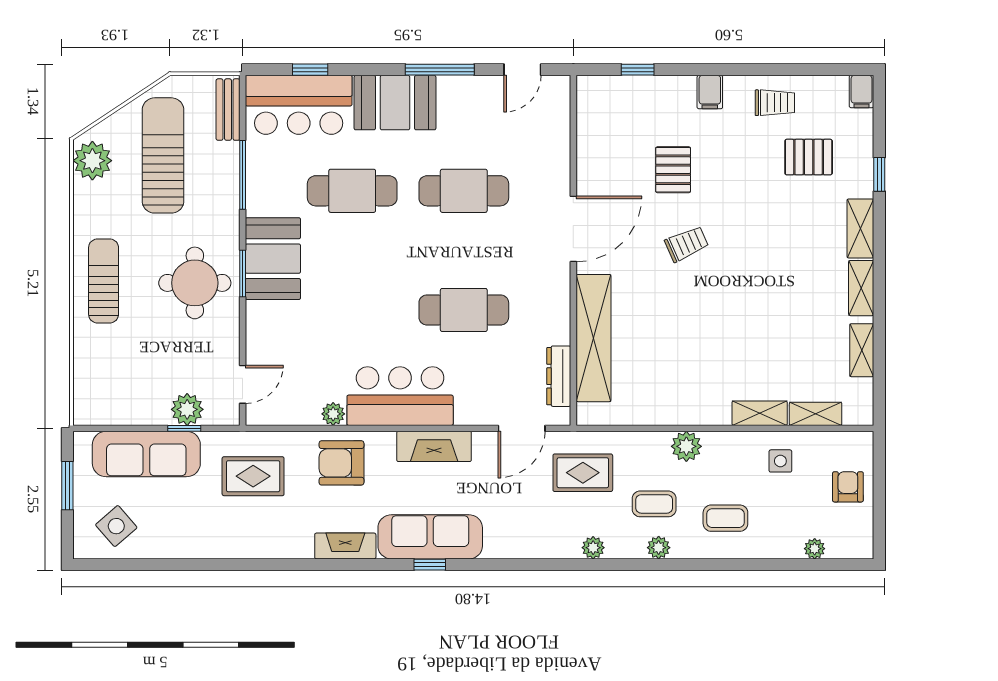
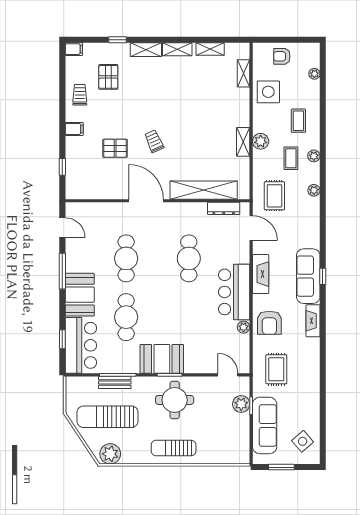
bench: (228, 110) -> (115, 382), moved
shelving: (760, 413) -> (243, 142), moved
side table: (780, 461) -> (268, 92), width x1.87, depth x1.87

